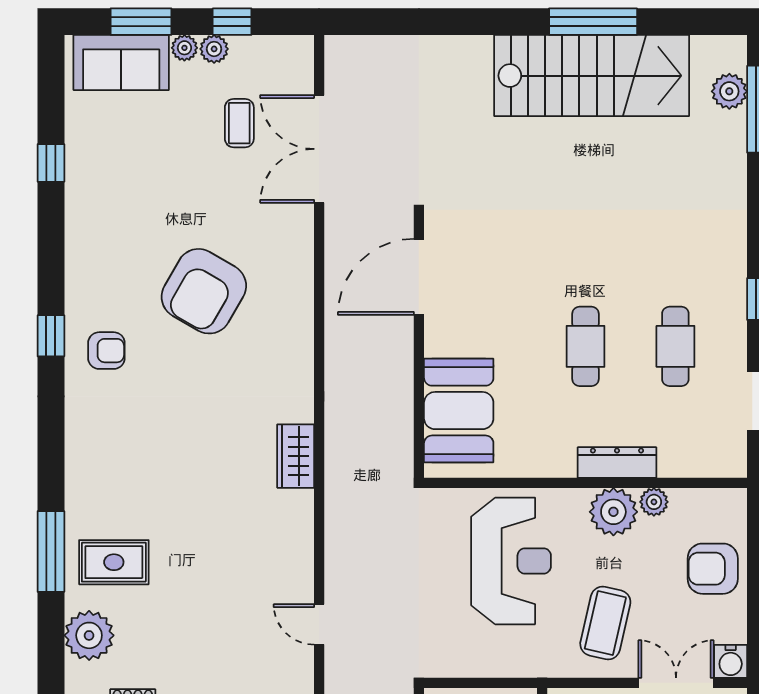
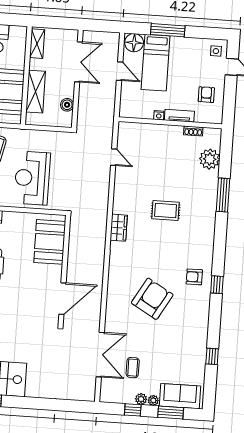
rug: (114, 562) -> (166, 210), moved

